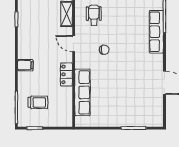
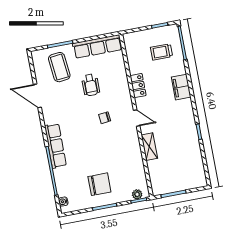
wheelchair: (94, 15) -> (91, 85), moved
filing cabinet: (25, 65) -> (181, 87), width x2.00
row of seats: (82, 92) -> (97, 46), moved, turned -90
coffee table: (138, 106) -> (59, 67), added

